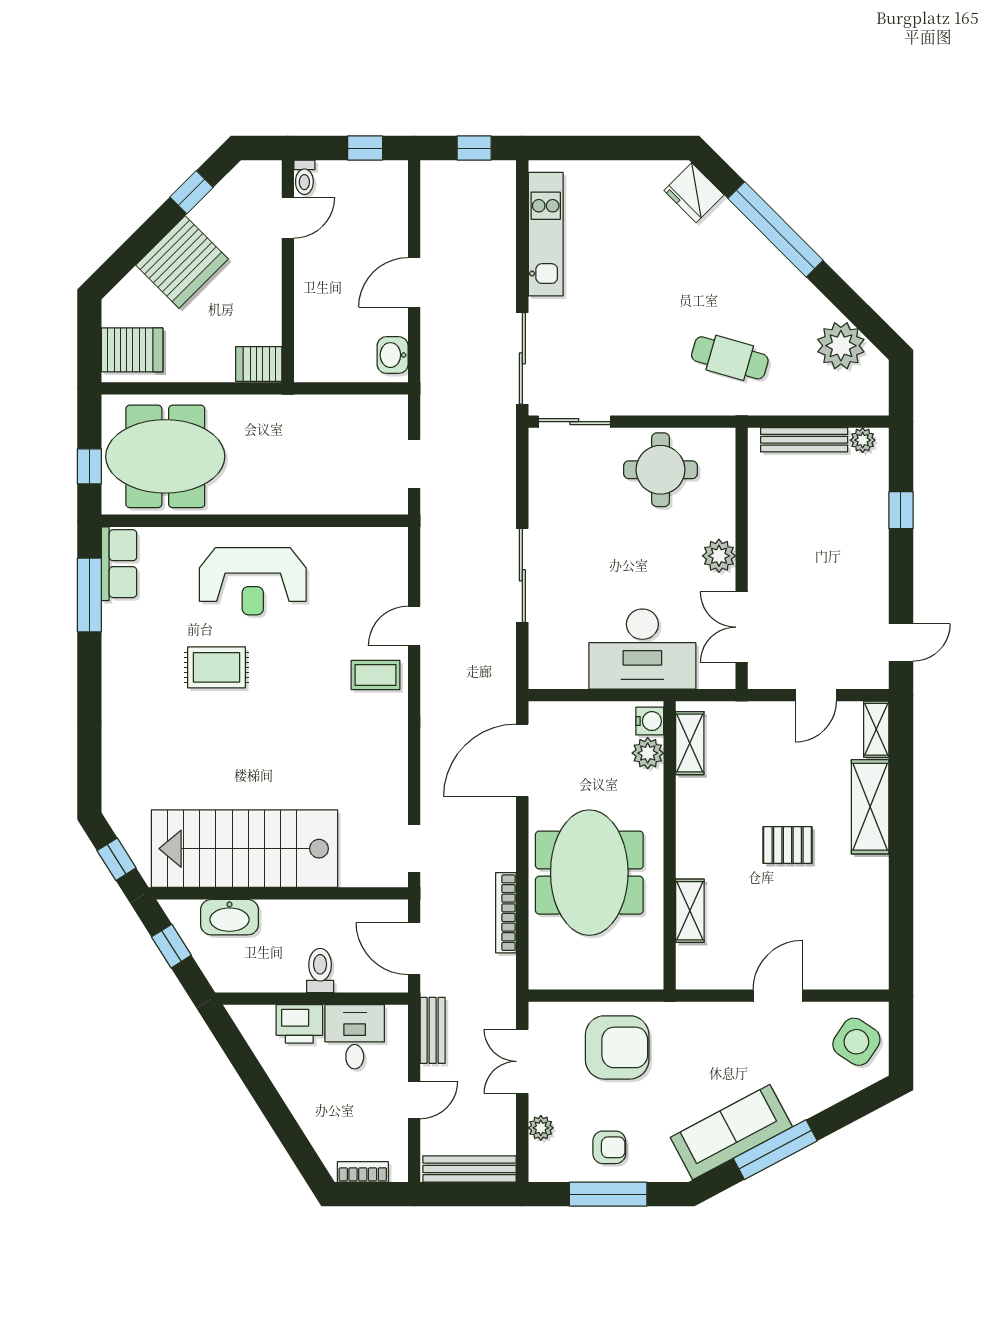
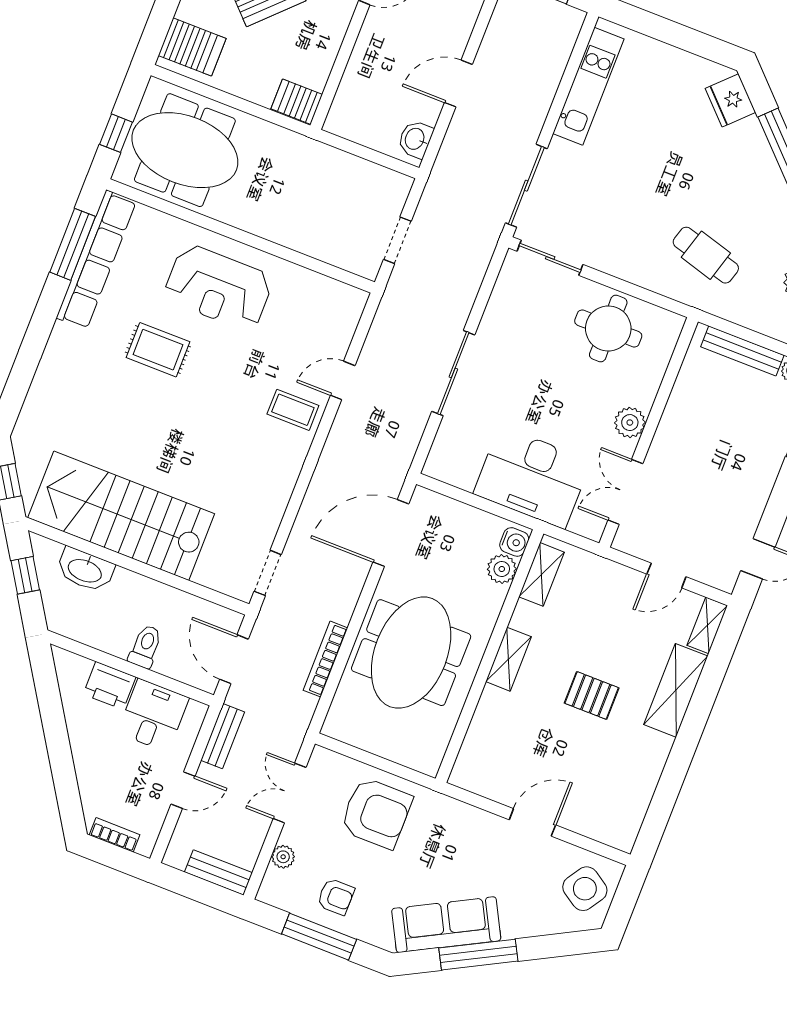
row of seats: (119, 564) -> (96, 260), width x2.02
shelving: (690, 911) -> (508, 659), moved
bench: (470, 1169) -> (218, 872), width x0.73

